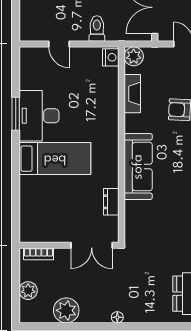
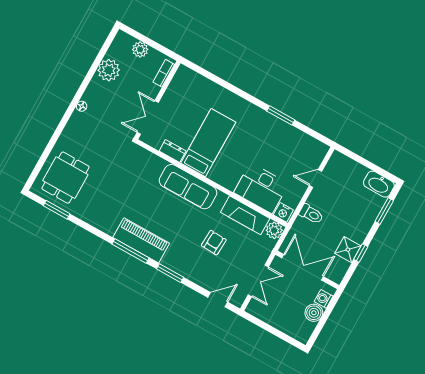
fireplace: (132, 94) -> (245, 215), width x1.37, depth x1.32
desk: (39, 116) -> (261, 188), moved, turned 180
bed: (55, 159) -> (208, 143), moved, turned 180

